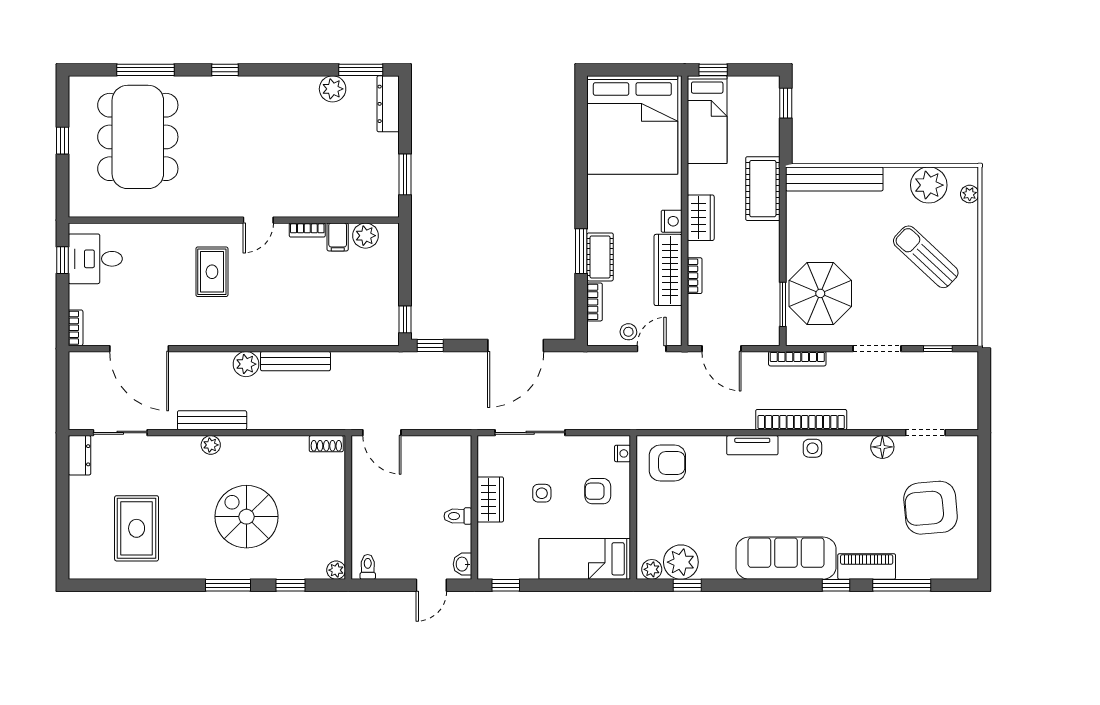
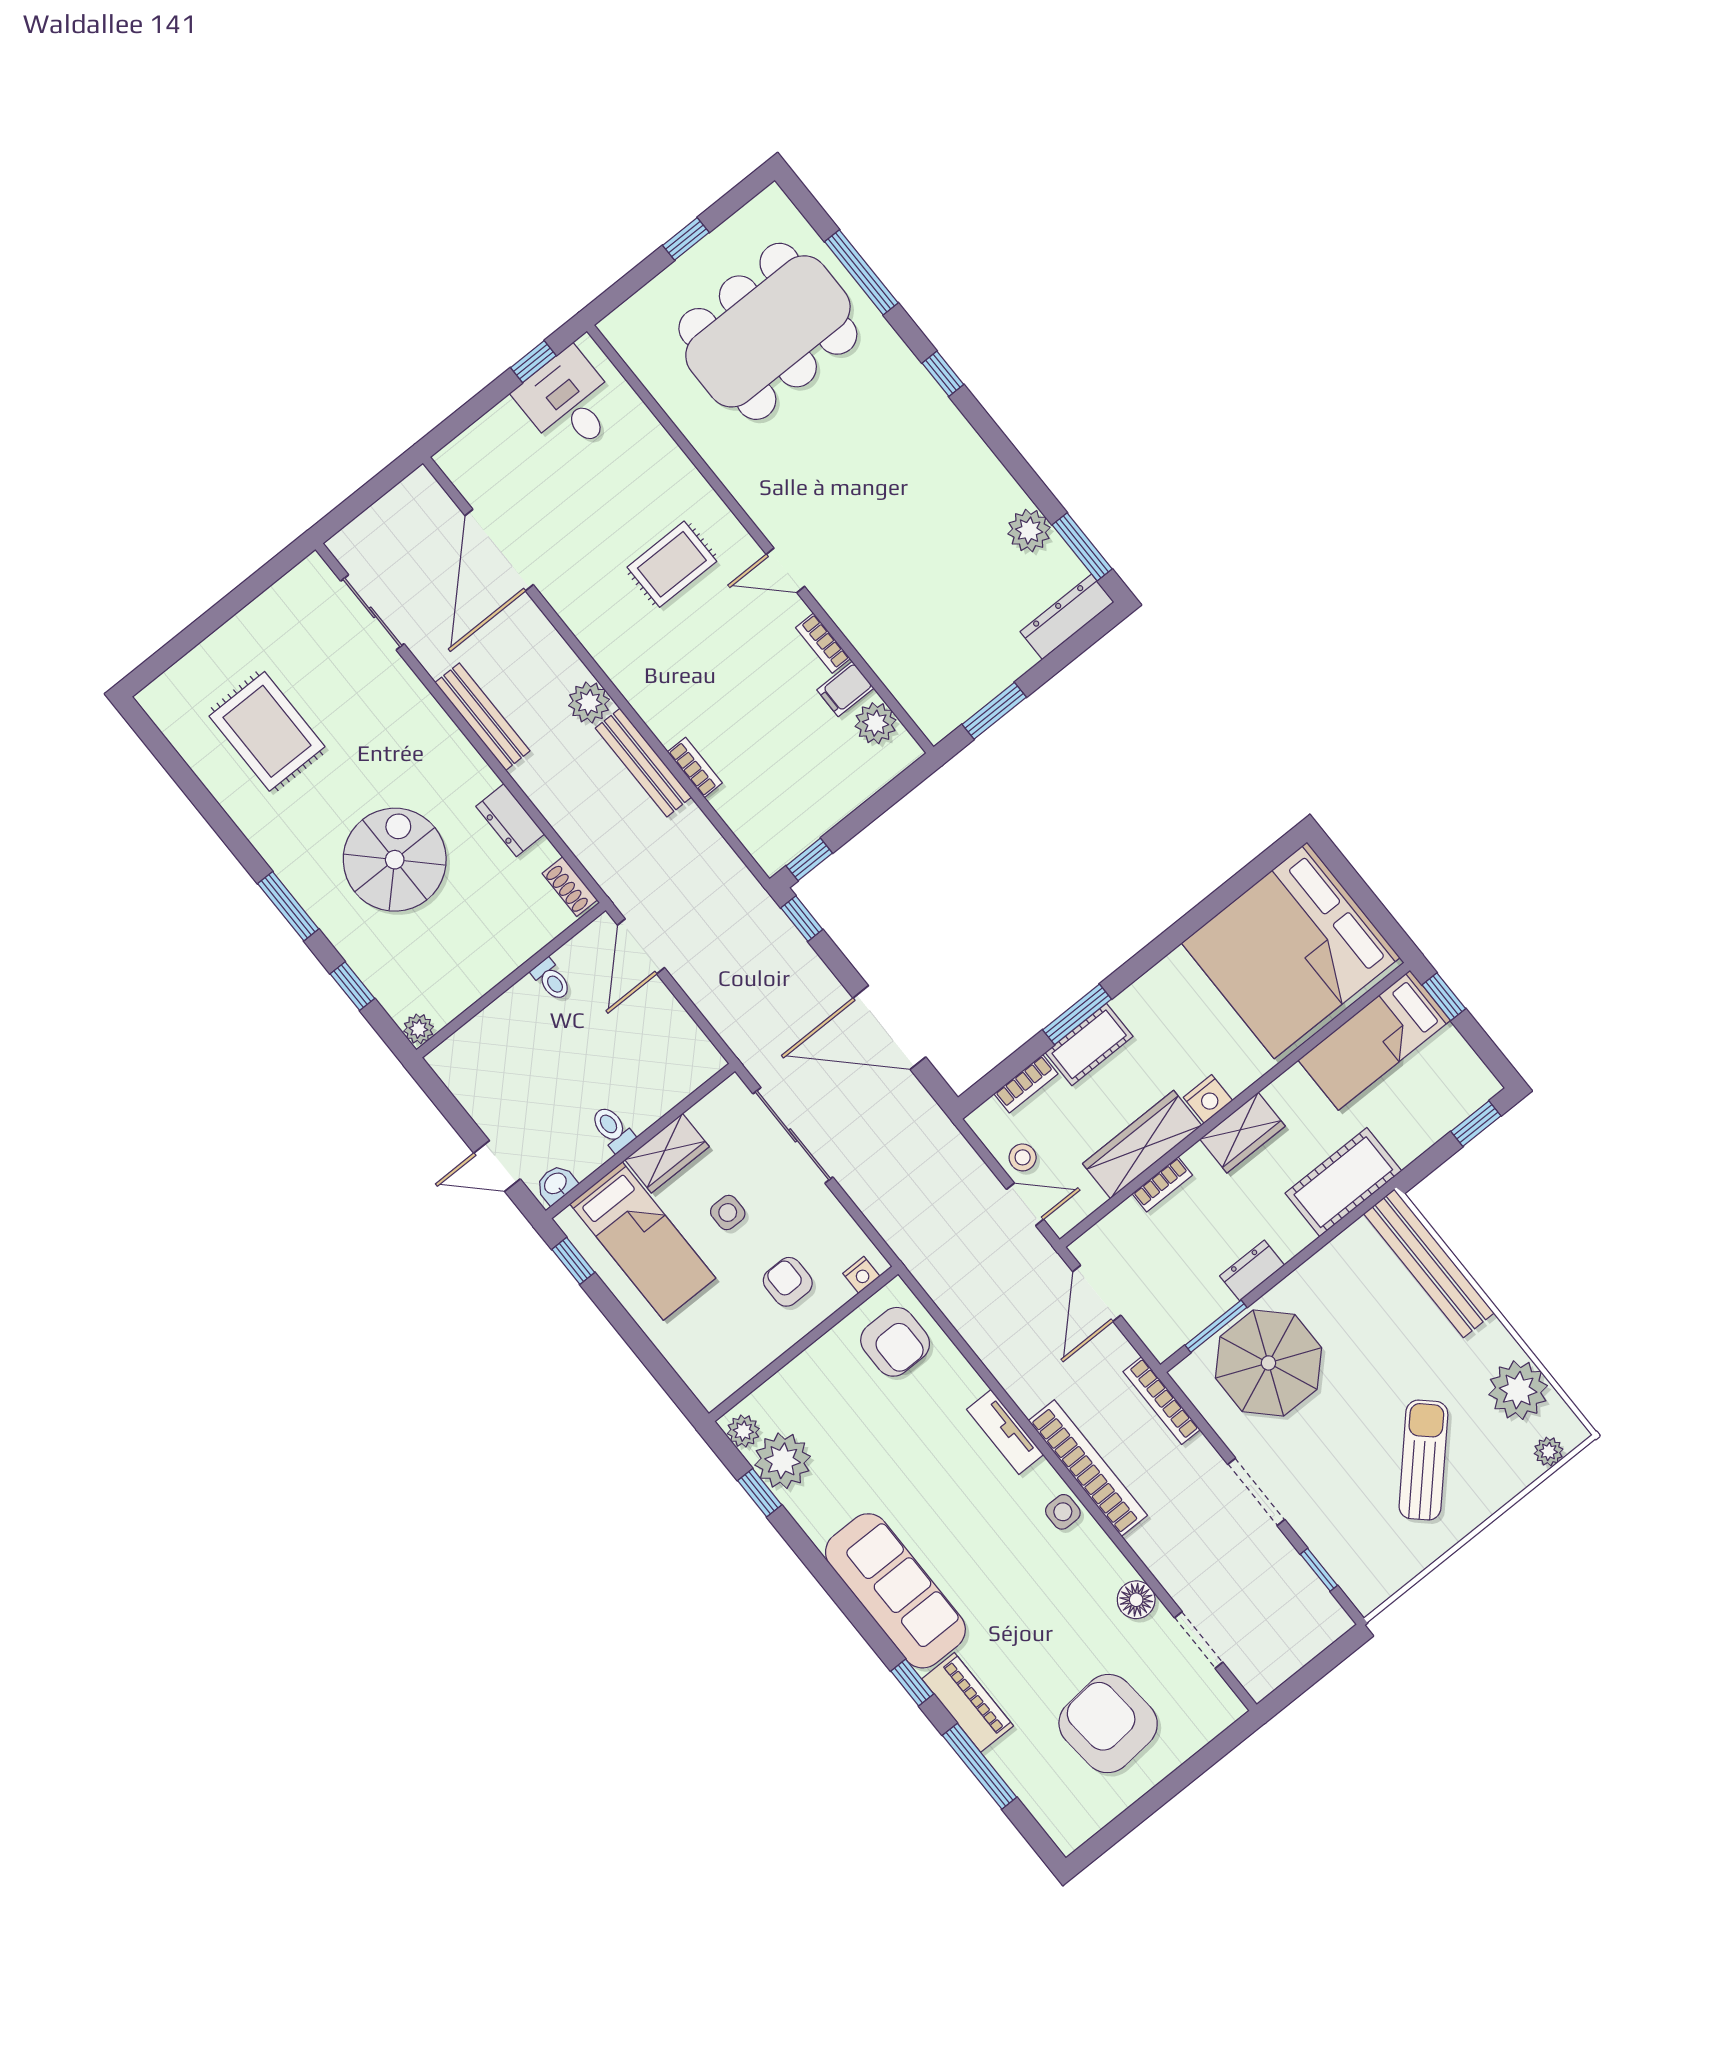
dresser: (770, 266) -> (1252, 1271), added
bookcase: (76, 328) -> (695, 767), moved, turned -90
plant: (211, 445) -> (450, 740), removed
dresser: (79, 455) -> (510, 820), moved, turned 90
rug: (137, 528) -> (267, 731), turned 90
bed: (585, 559) -> (643, 1241), moved, turned 180
toilet: (368, 567) -> (551, 980), moved, turned 90

